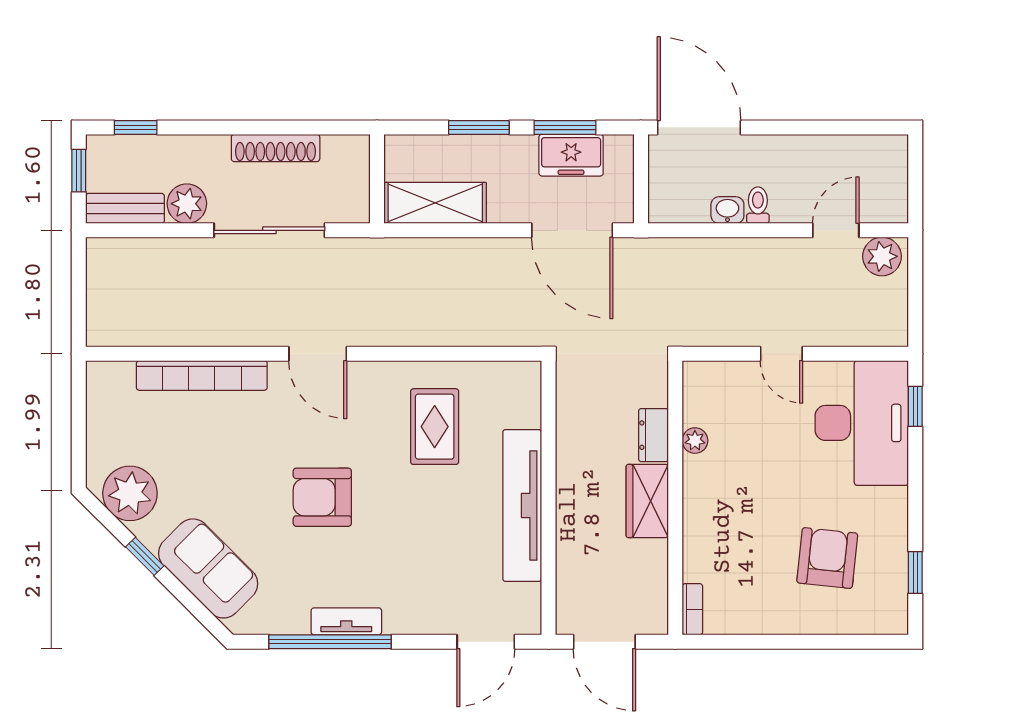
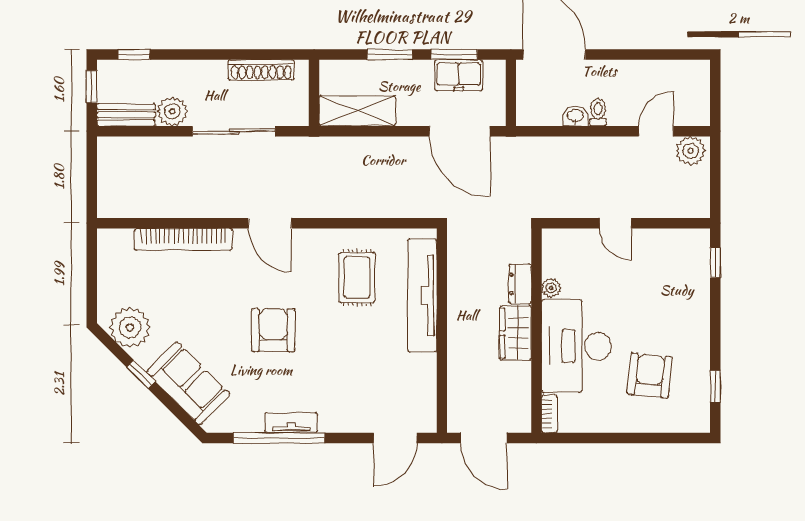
shoe rack: (276, 148) -> (261, 70), moved
desk: (862, 423) -> (576, 346), moved, turned 180
armchair: (322, 497) -> (273, 330), turned 90
tv unit: (522, 505) -> (422, 295), moved

